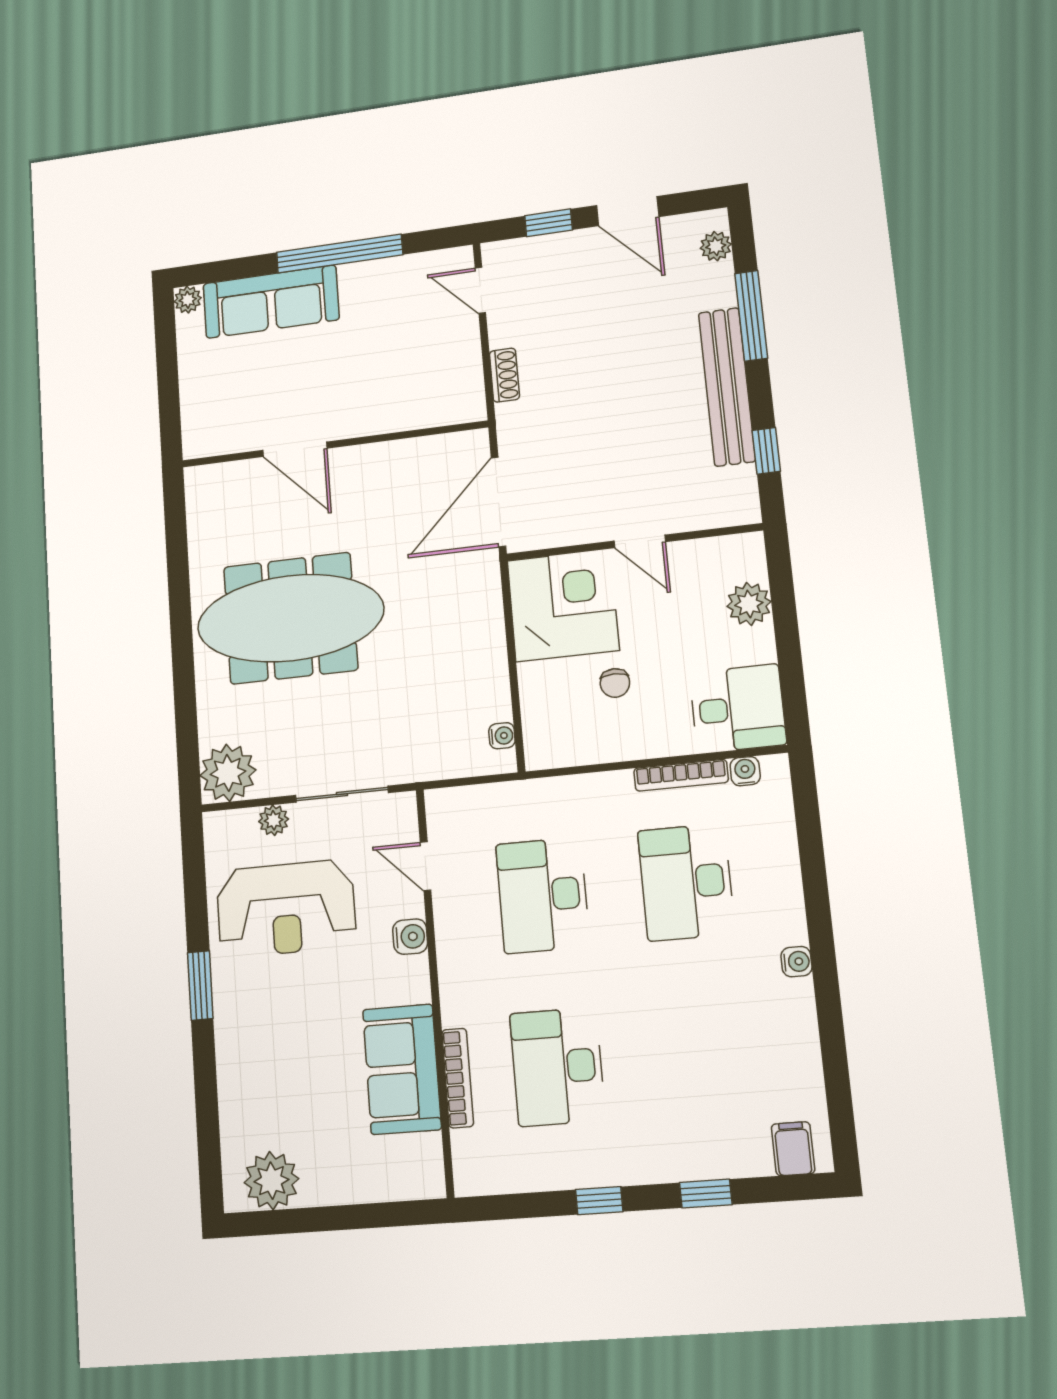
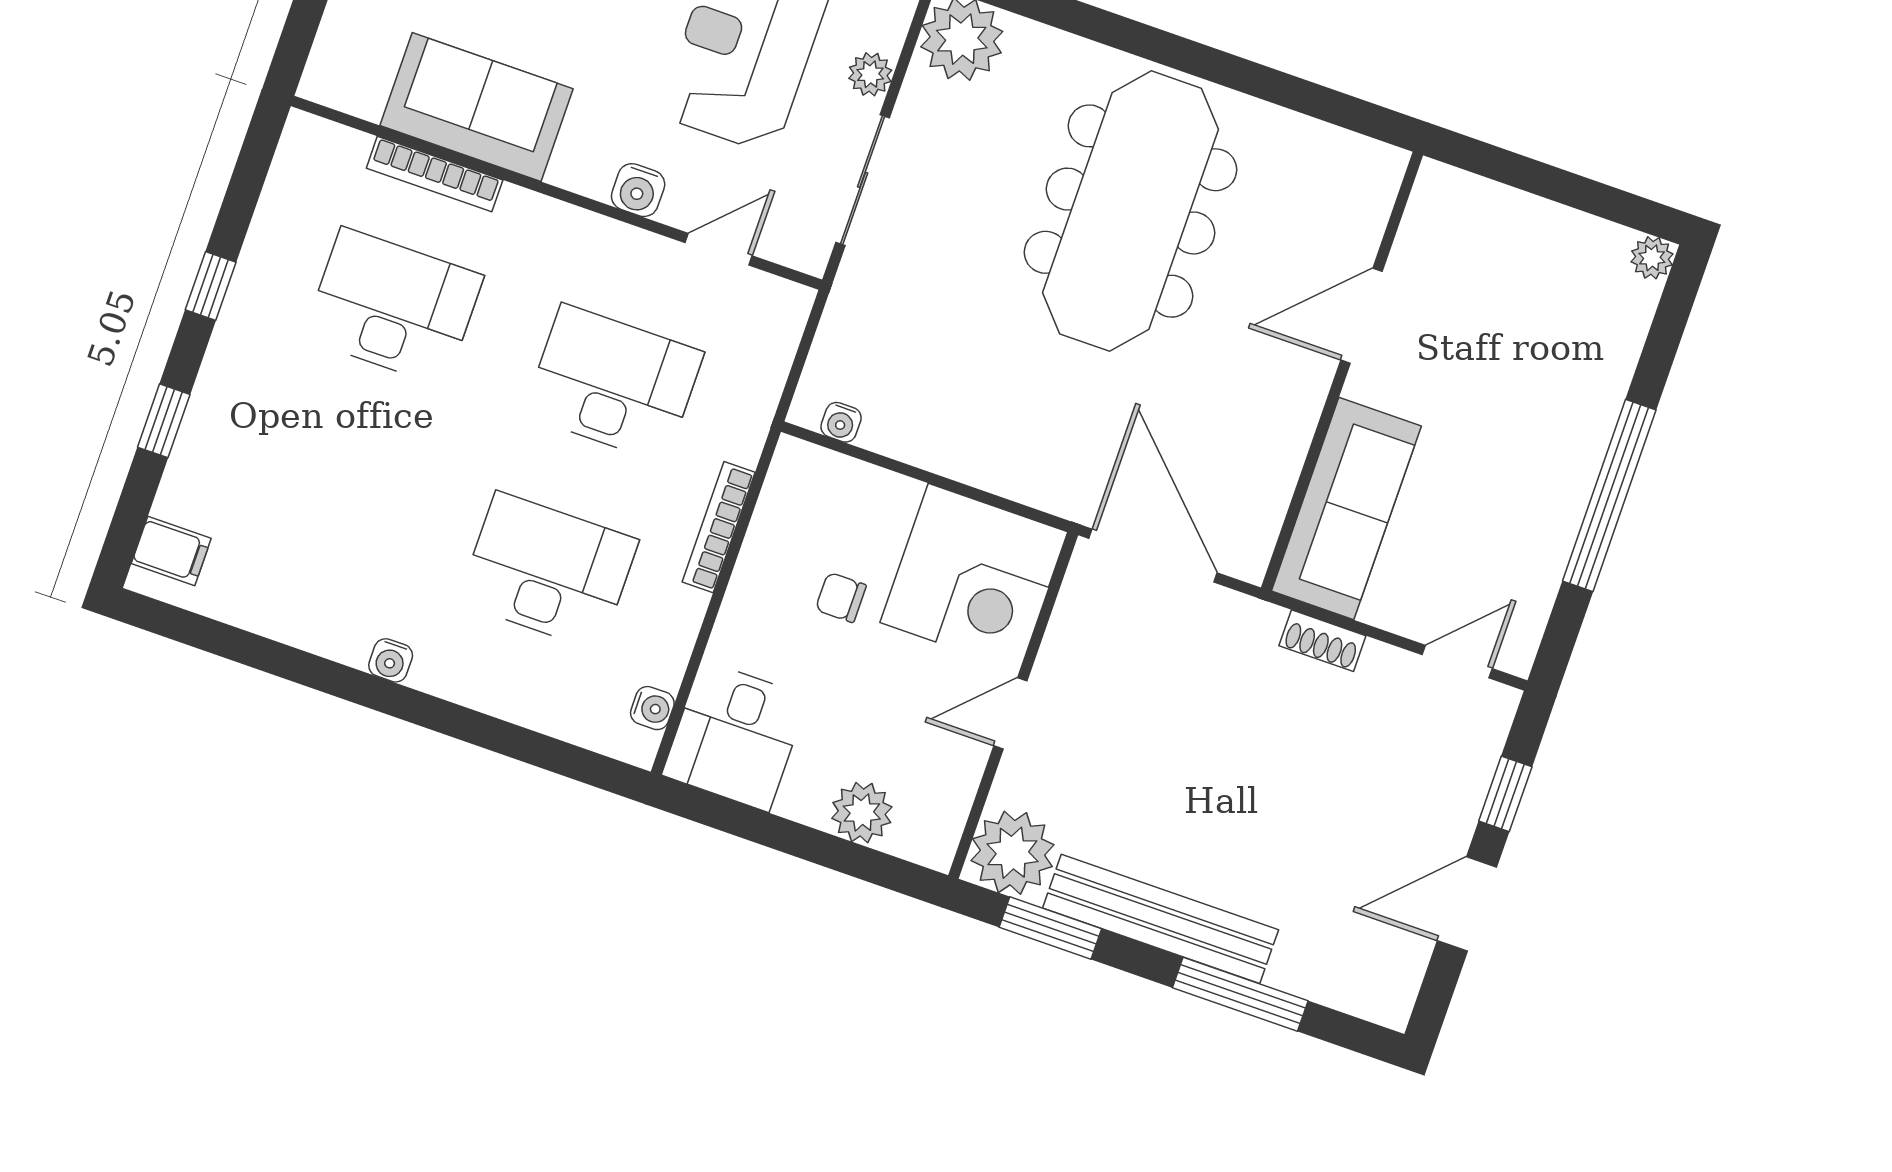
plant: (716, 246) -> (1012, 853), moved, width x1.88, depth x1.88
sofa: (271, 302) -> (1346, 508), moved, turned 180
window: (766, 451) -> (1050, 928), width x1.50
bookcase: (681, 775) -> (719, 527), moved

